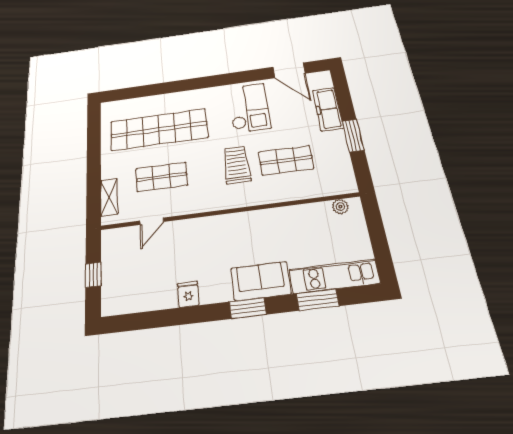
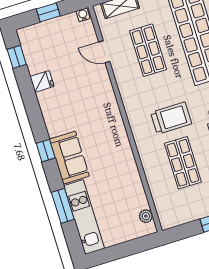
water cooler: (107, 237) -> (83, 15), added
fridge: (188, 294) -> (42, 81), moved
window: (248, 308) -> (46, 151), width x0.67
window: (132, 322) -> (17, 57), added

